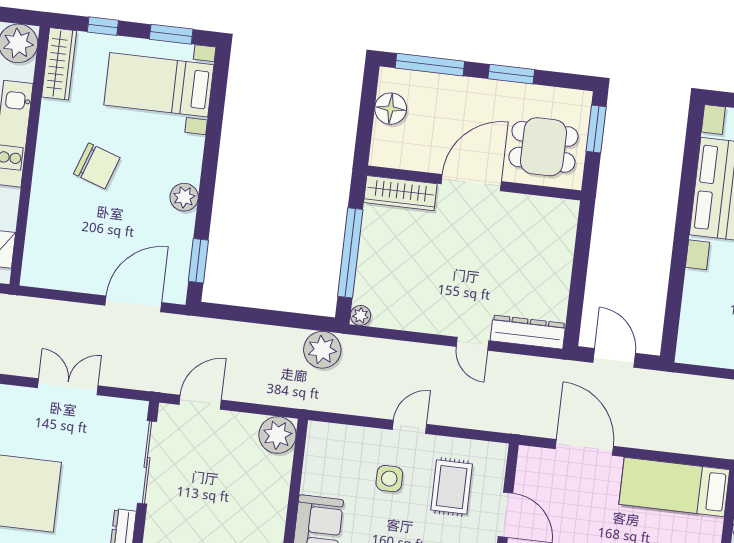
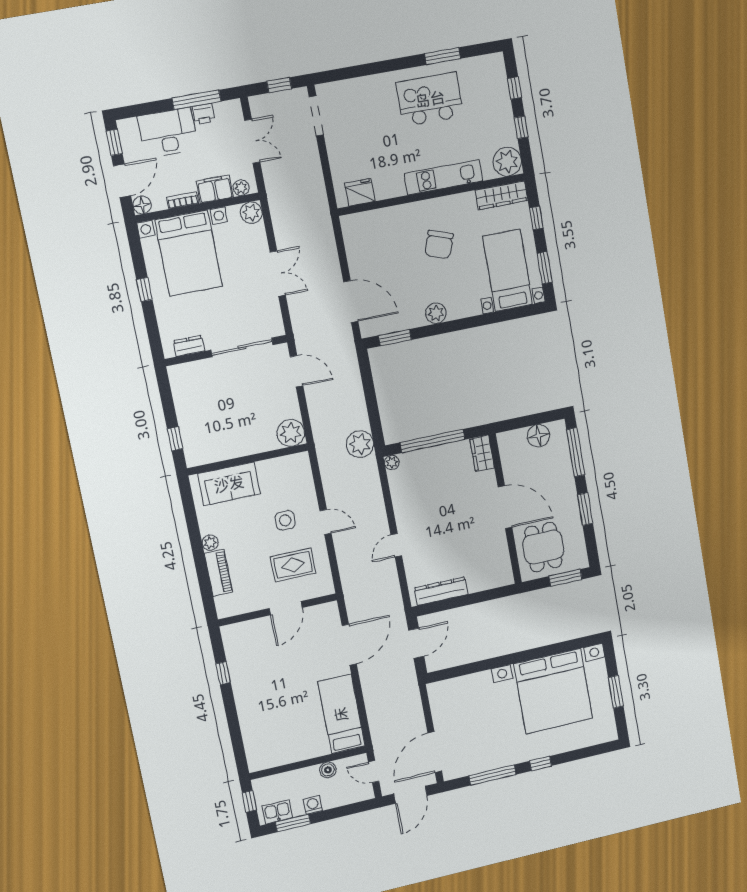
wardrobe: (400, 193) -> (482, 453), width x0.67
dresser: (528, 332) -> (441, 591), moved, turned -90

